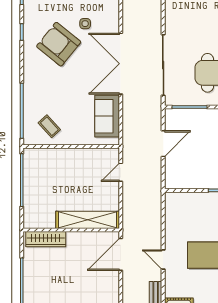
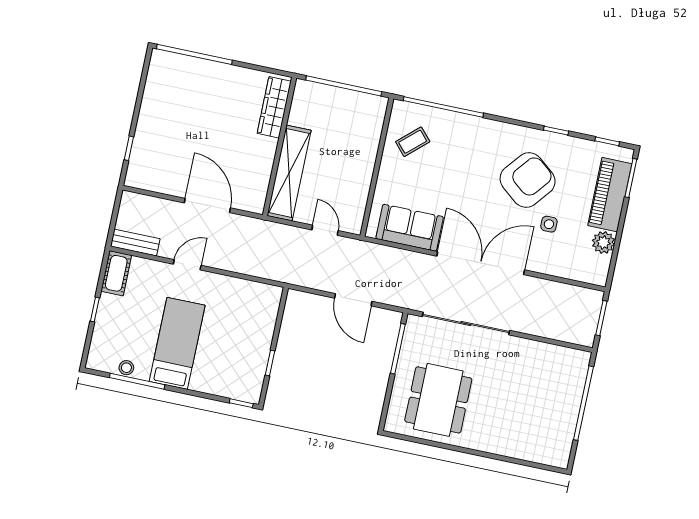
shelving: (88, 220) -> (289, 173), moved
wall: (71, 230) -> (280, 147), moved
wardrobe: (46, 239) -> (274, 107), moved

